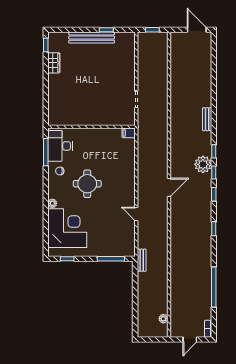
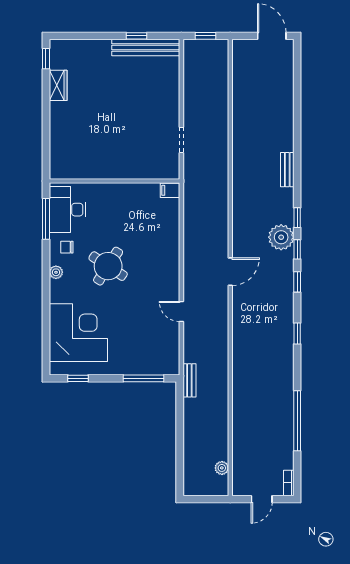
bench: (92, 38) -> (146, 48), moved
round table: (87, 184) -> (108, 266), turned 33
plant: (52, 203) -> (56, 272), moved

